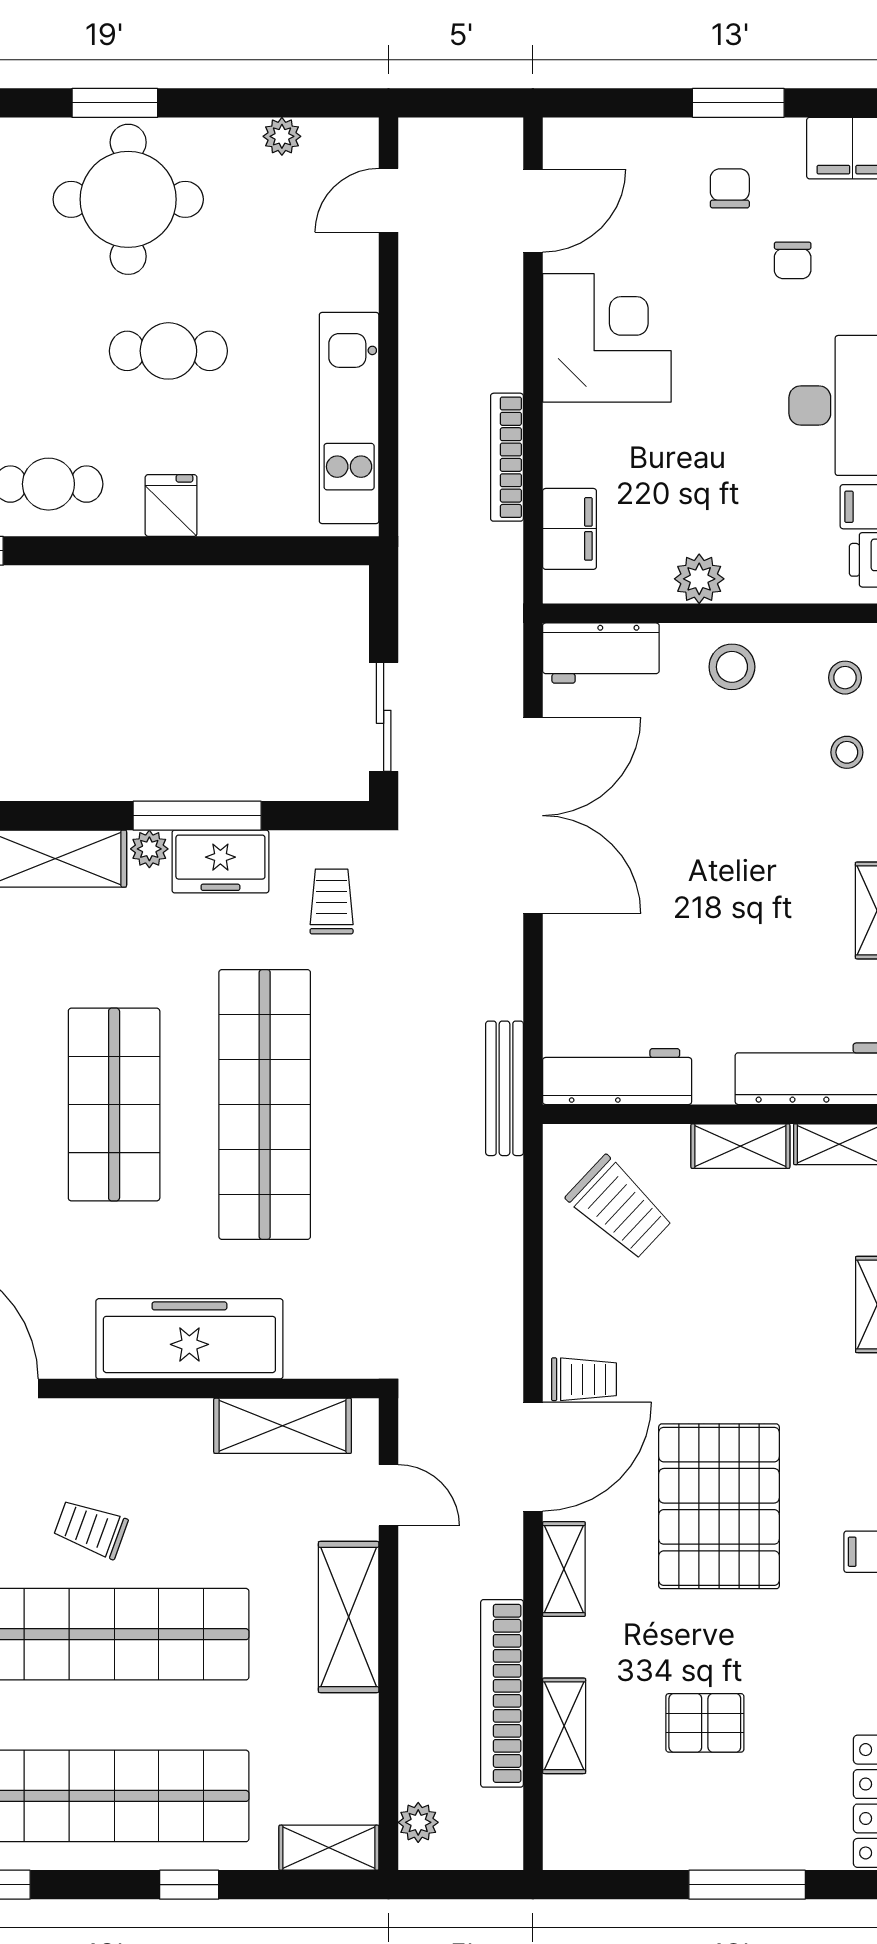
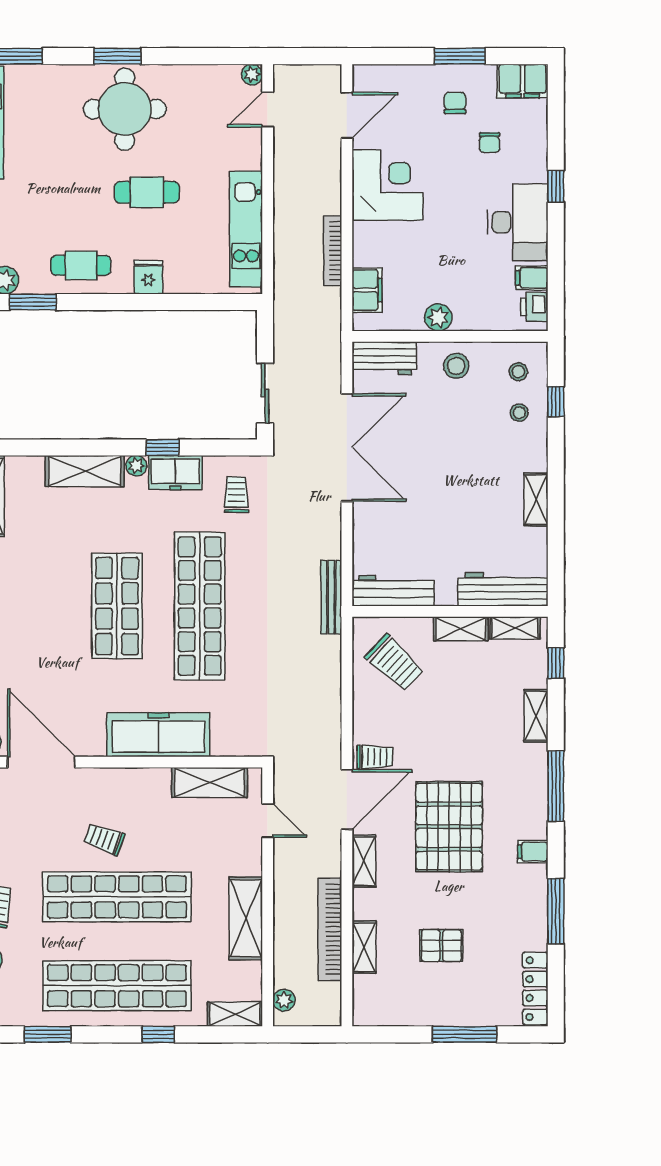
plant: (282, 136) -> (252, 75), moved
window: (197, 816) -> (163, 447), width x0.46
shelving: (349, 1617) -> (246, 918), moved

